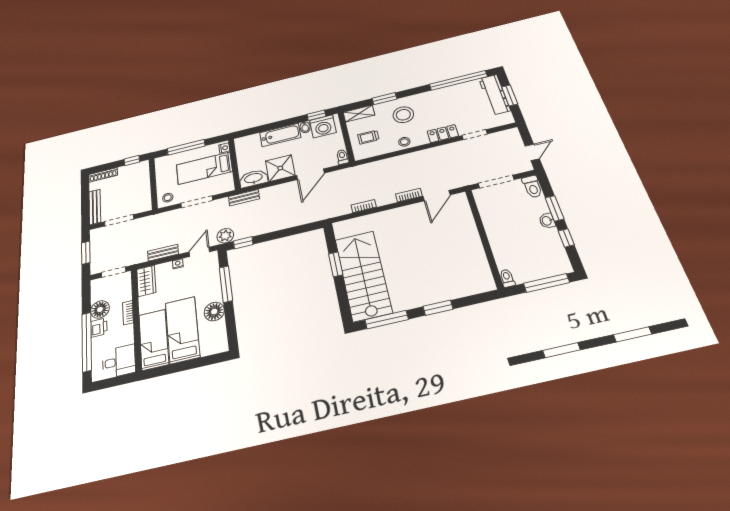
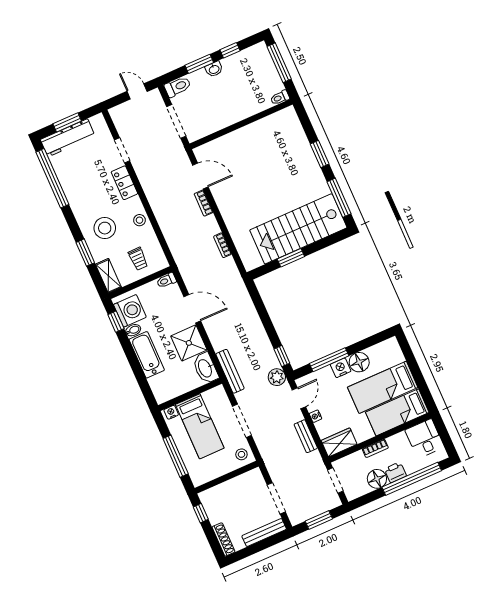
bench: (244, 198) -> (230, 371), width x1.36
door: (199, 252) -> (299, 398), swing flipped
nightstand: (215, 293) -> (341, 368), added

